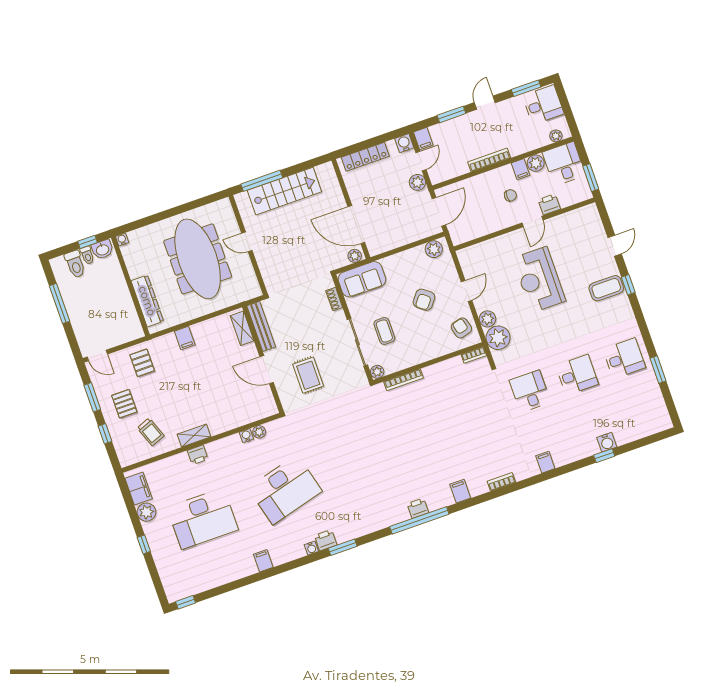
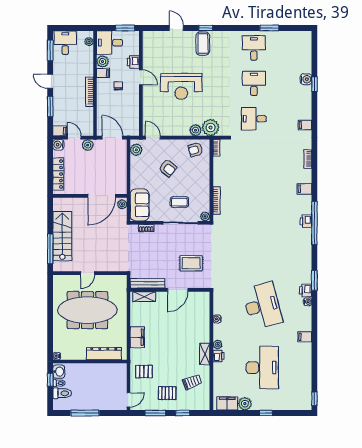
door: (467, 291) -> (153, 138), moved
filing cabinet: (185, 338) -> (137, 337), width x2.00
plant: (259, 432) -> (218, 345), moved

